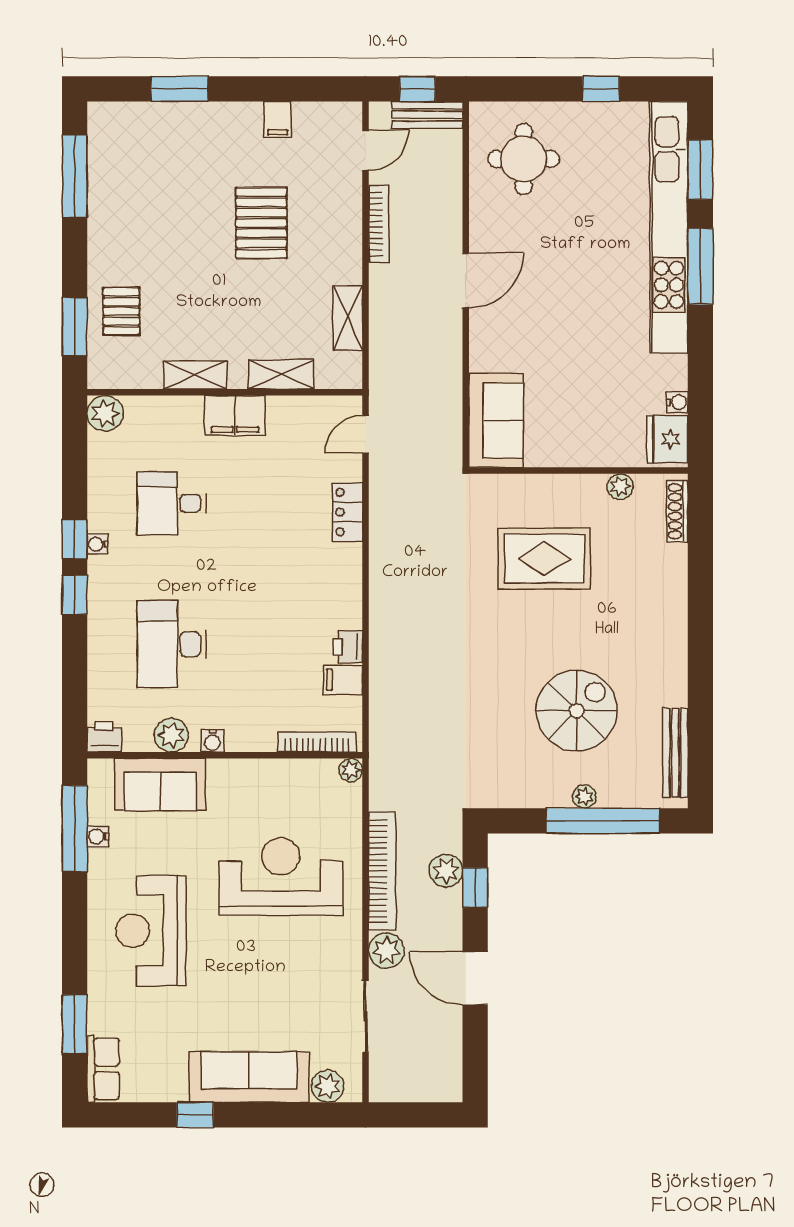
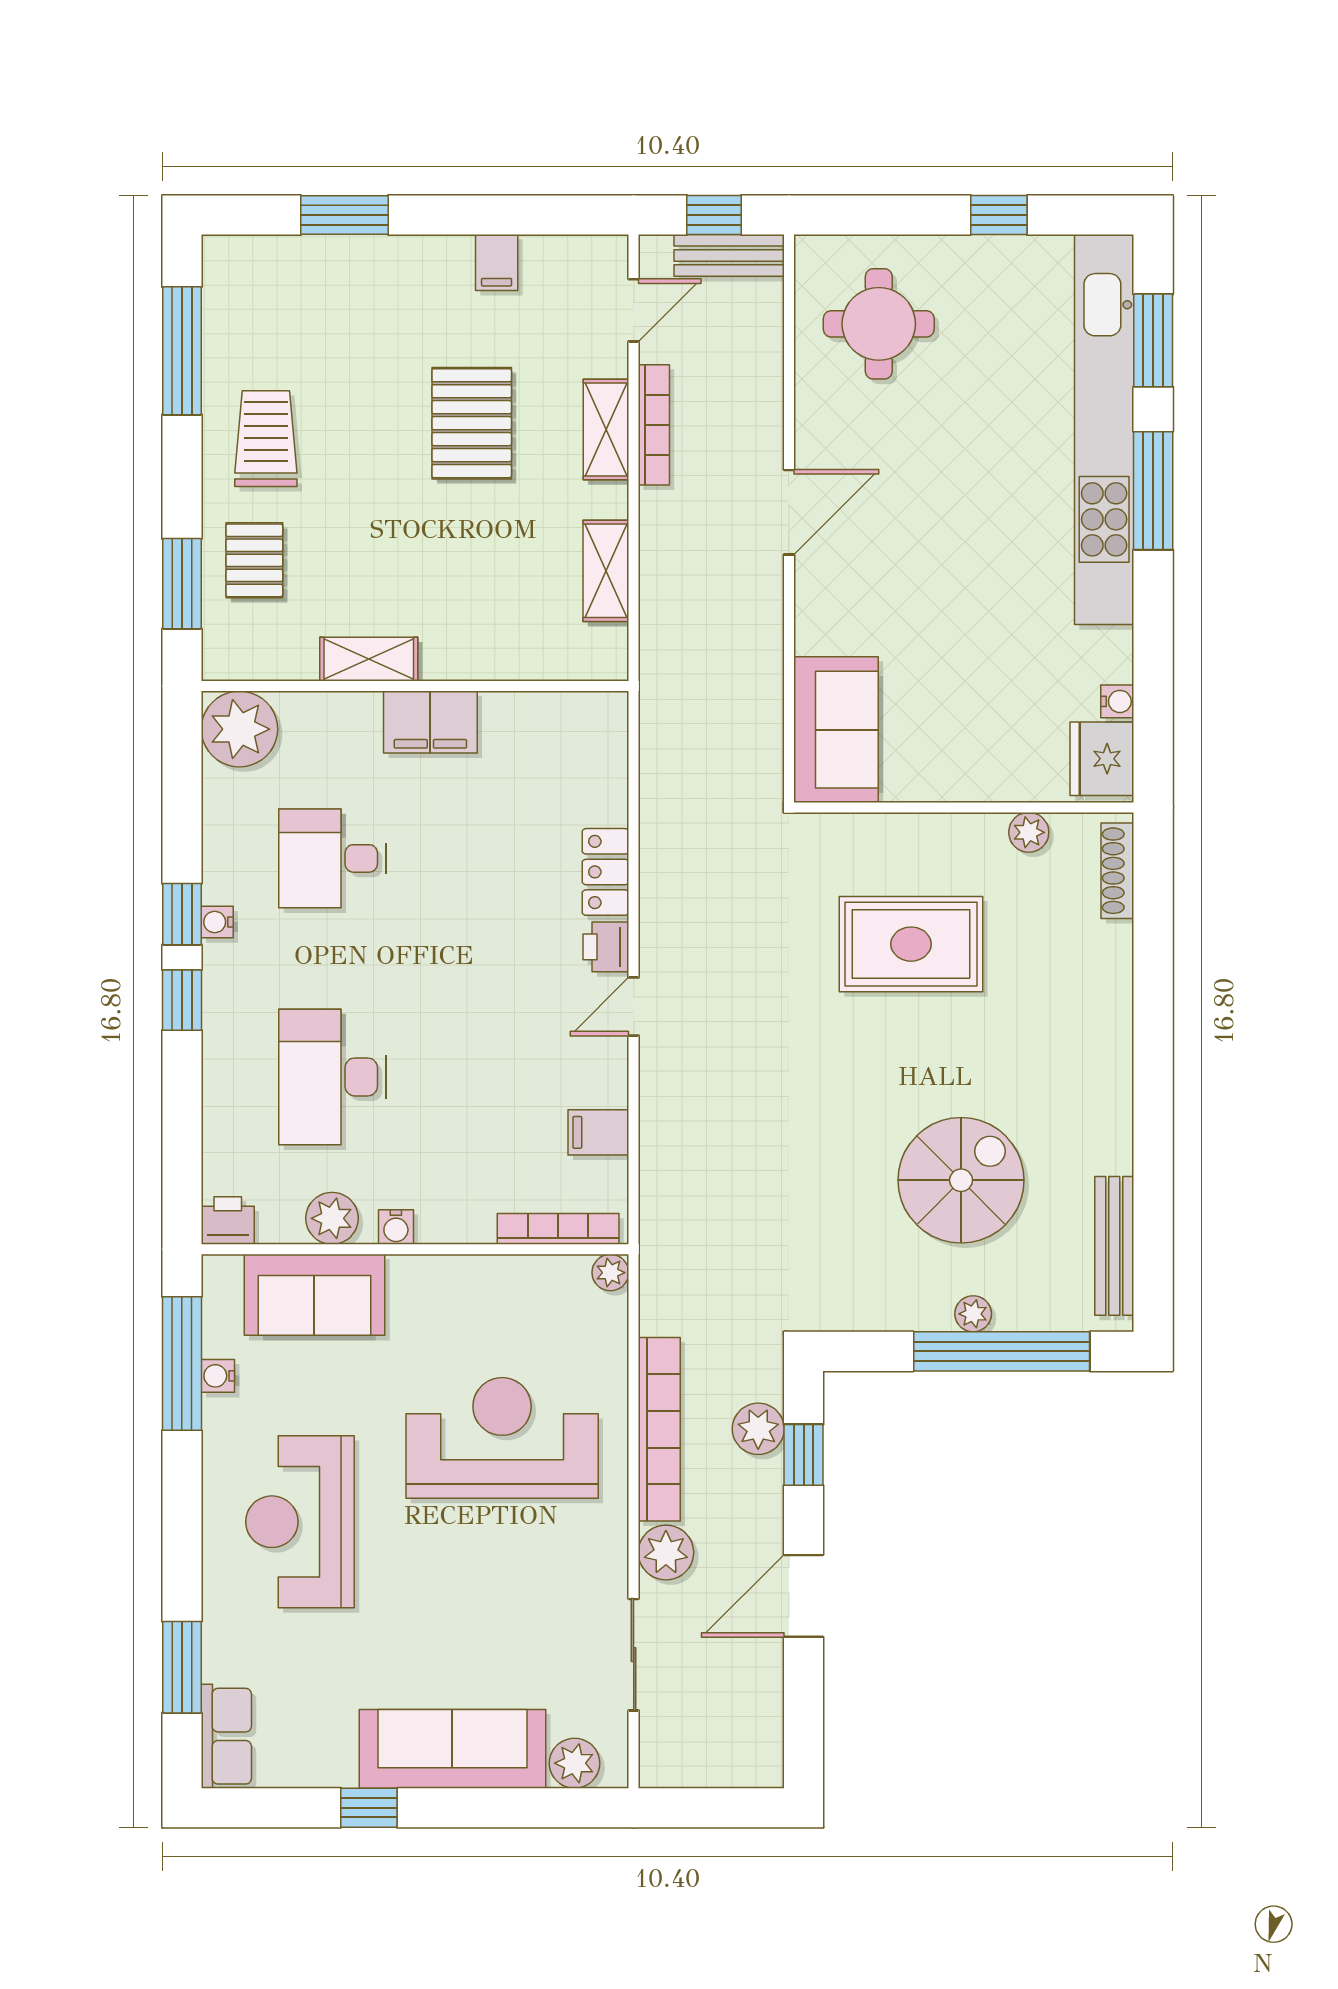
trolley: (129, 233) -> (266, 439), added
shelving: (281, 375) -> (606, 429), moved, turned 90
plant: (105, 413) -> (239, 729), width x1.36, depth x1.36
door: (366, 434) -> (634, 1006), moved
printer: (348, 647) -> (606, 947), moved
door: (475, 978) -> (804, 1596), hinge flipped

